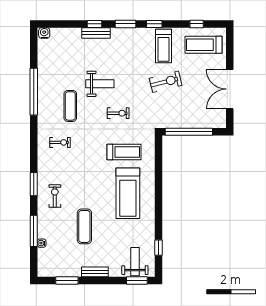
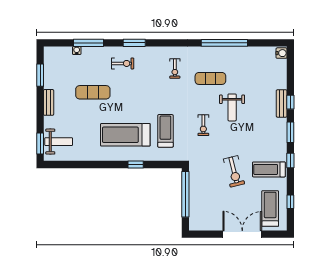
double door: (230, 89) -> (242, 234), moved
treadmill: (124, 152) -> (165, 131), turned 180
window: (158, 248) -> (136, 164), moved

